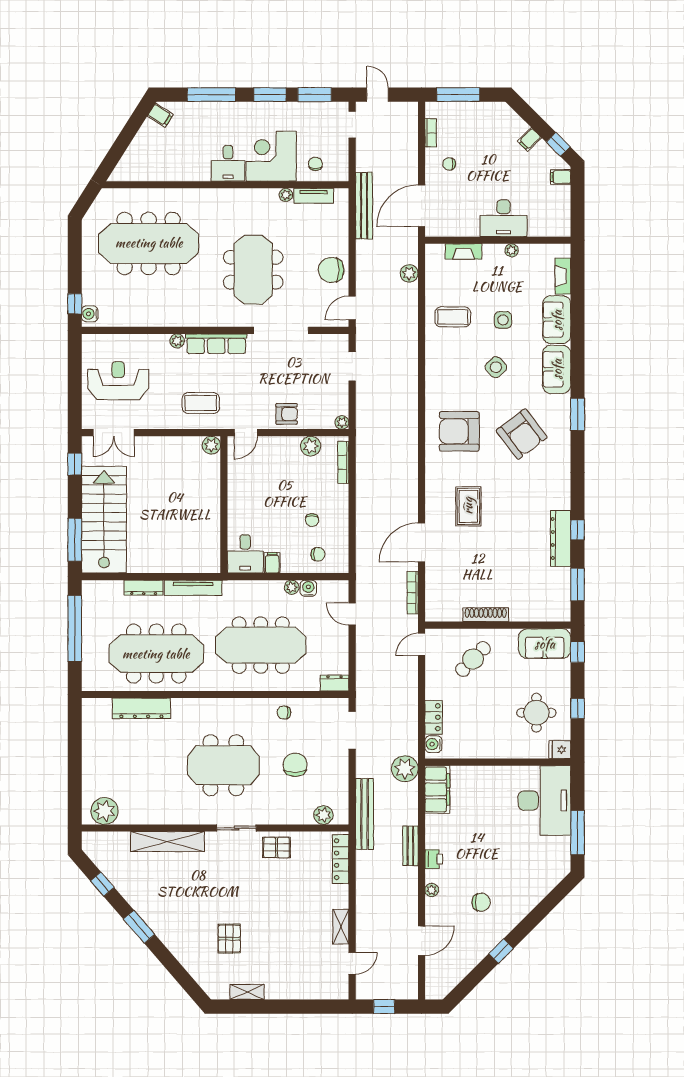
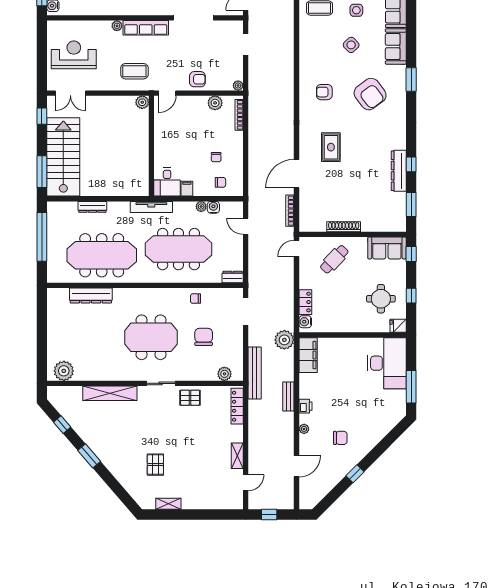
armchair: (459, 431) -> (324, 92), width x0.53, depth x0.53
tv unit: (193, 588) -> (151, 207), moved

